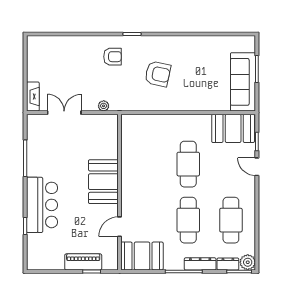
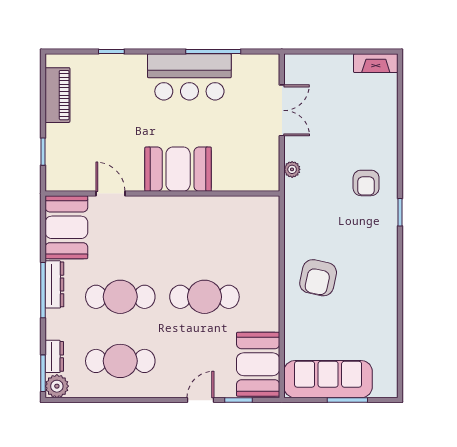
armchair: (158, 74) -> (318, 278), moved
fireplace: (33, 97) -> (376, 63), moved
bar counter: (42, 205) -> (189, 77), moved
piano: (83, 262) -> (57, 95), moved
dresser: (200, 264) -> (54, 284), moved

